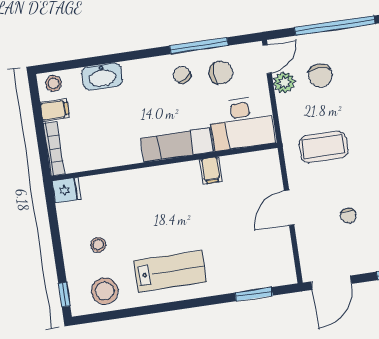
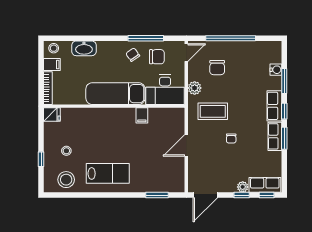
plant: (284, 83) -> (195, 88), moved
exam couch: (177, 145) -> (115, 94), width x1.36, depth x1.45
chair: (348, 216) -> (231, 138), moved
window: (64, 295) -> (41, 159), moved

